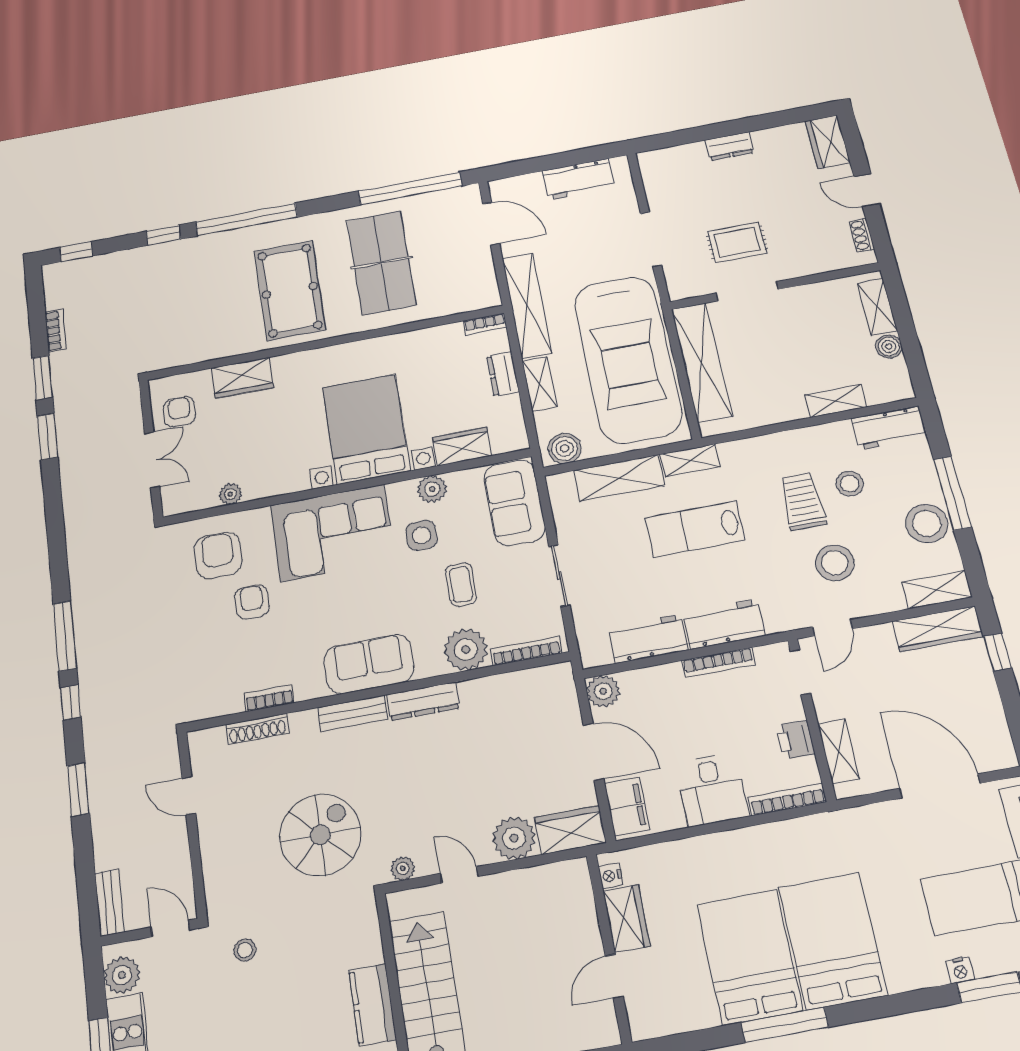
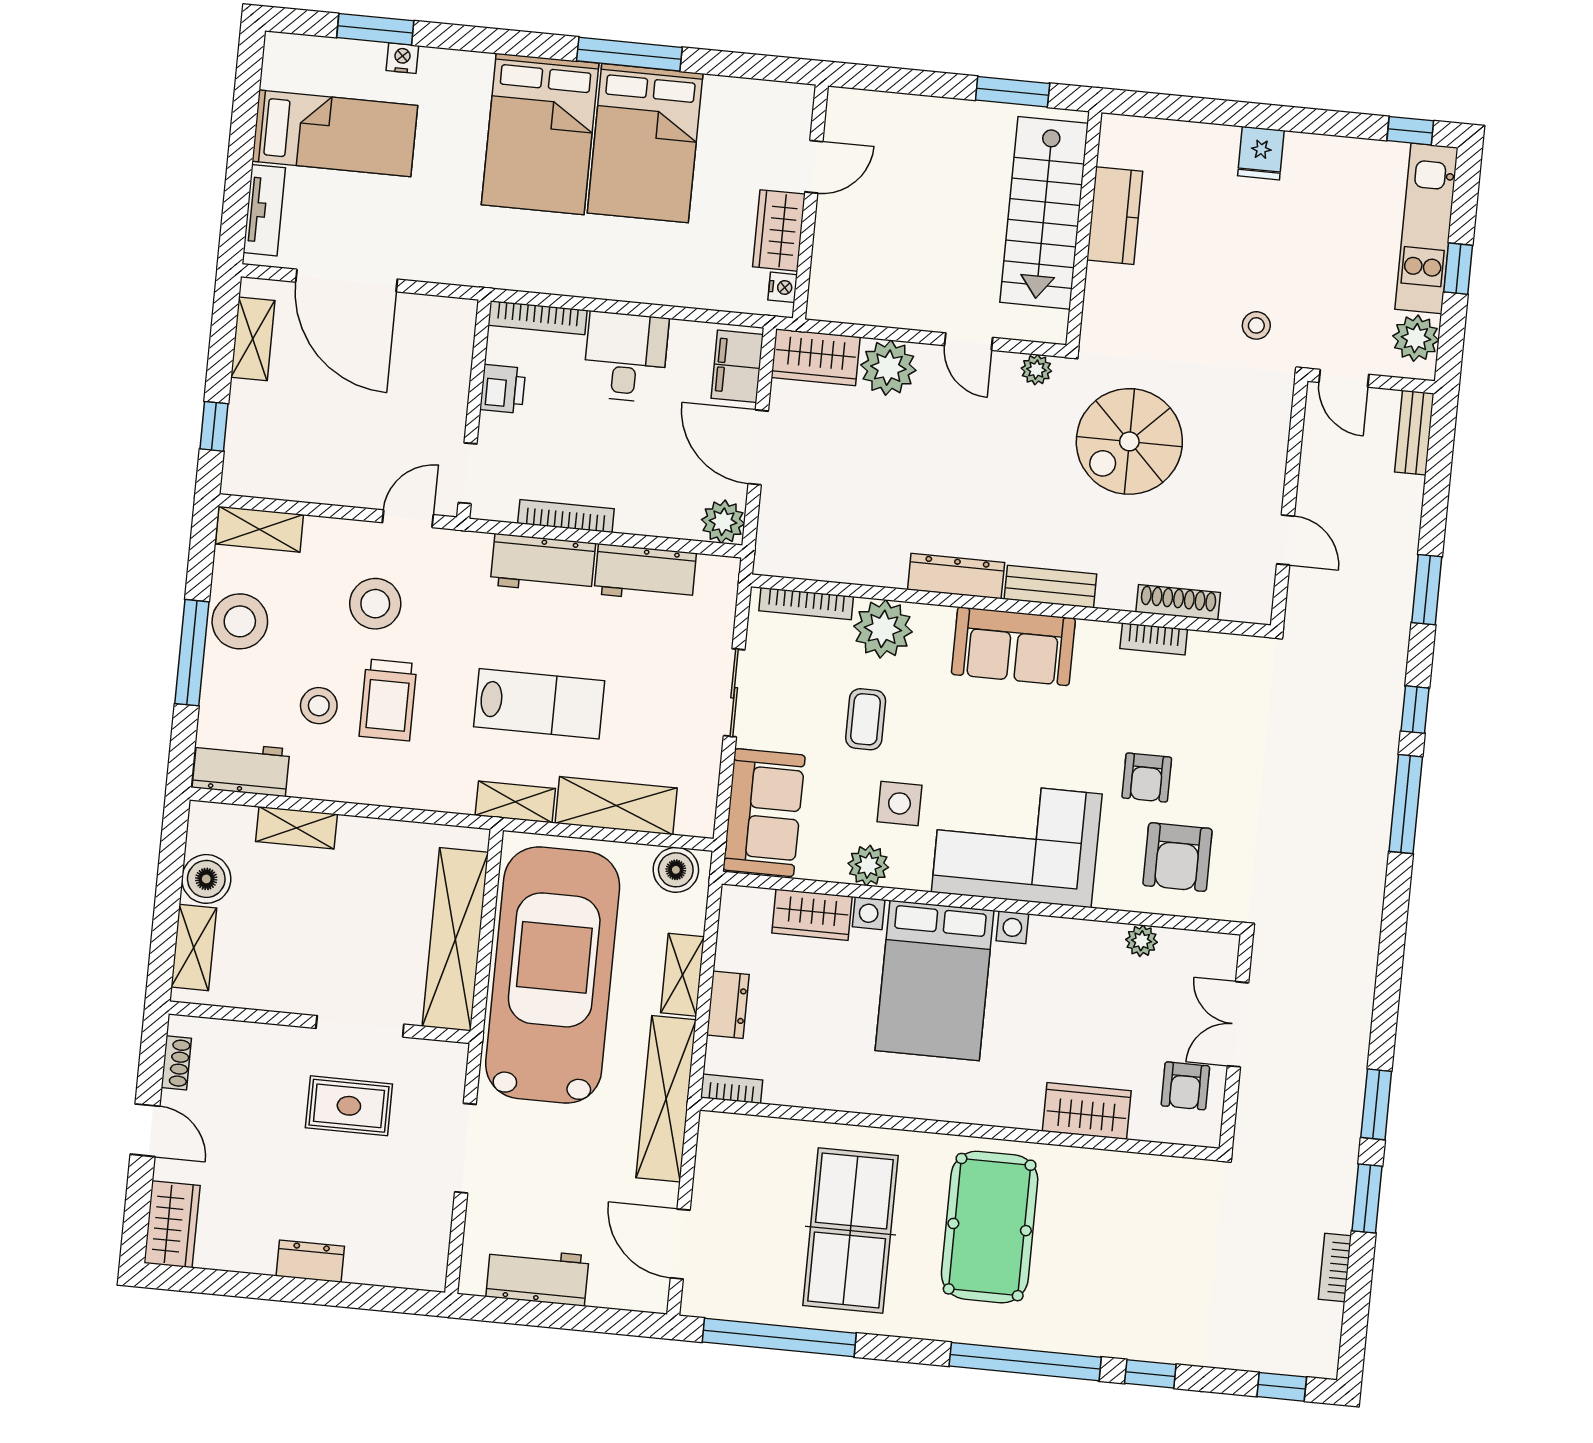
boiler: (889, 346) -> (206, 879), width x1.36, depth x1.36
wardrobe: (938, 629) -> (277, 478), removed
shelving: (839, 751) -> (253, 339), moved

